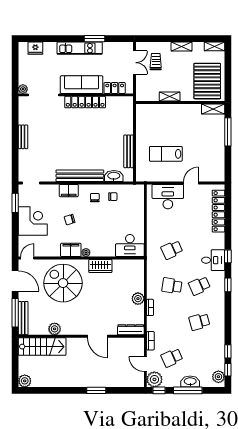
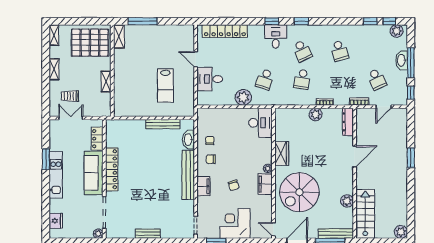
desk: (168, 197) -> (210, 79), width x0.73
school desk: (172, 250) -> (265, 79), turned 42
plant: (154, 379) -> (243, 97), moved

